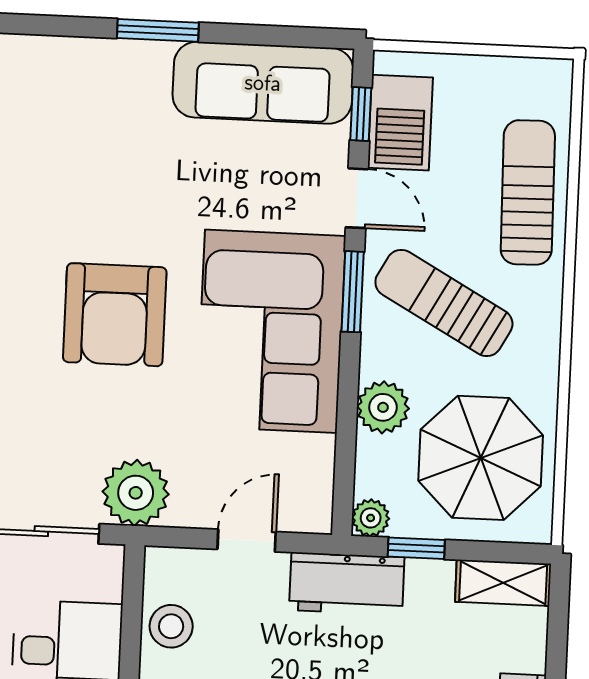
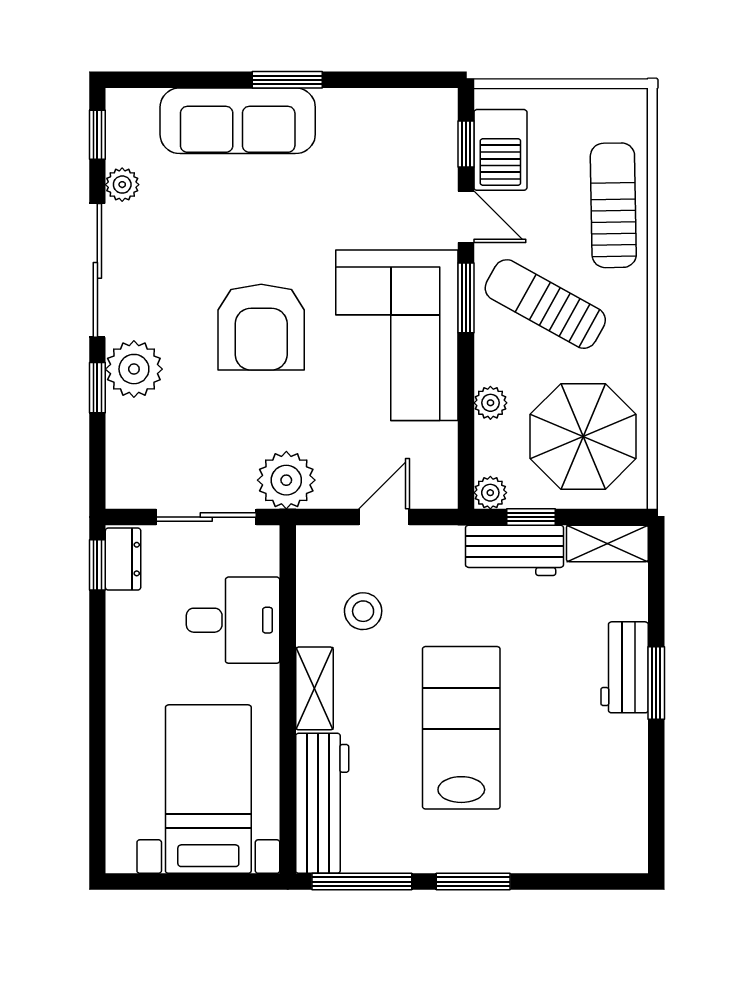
sofa: (263, 83) -> (238, 121), moved
plant: (383, 407) -> (490, 403), width x0.73, depth x0.73
workbench: (347, 584) -> (515, 550), moved
stool: (171, 626) -> (363, 611), moved

